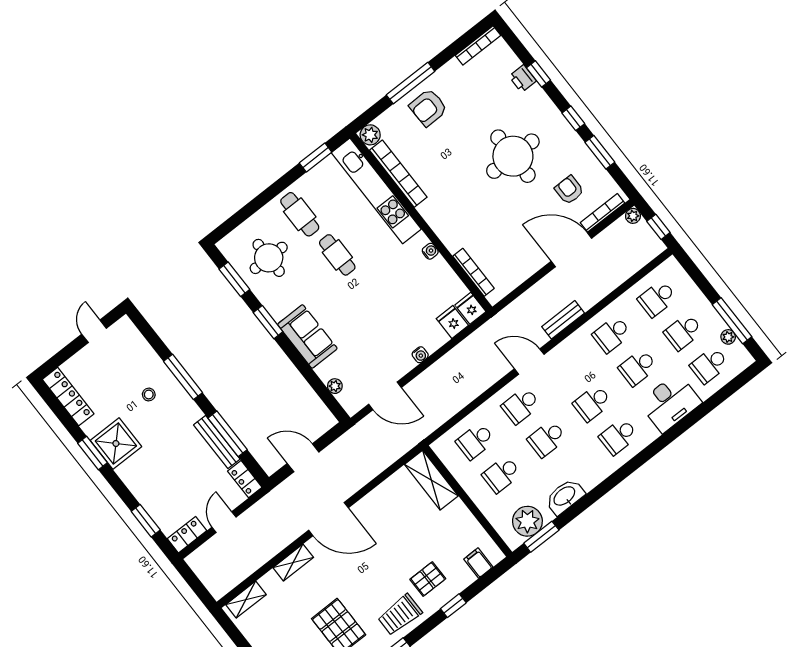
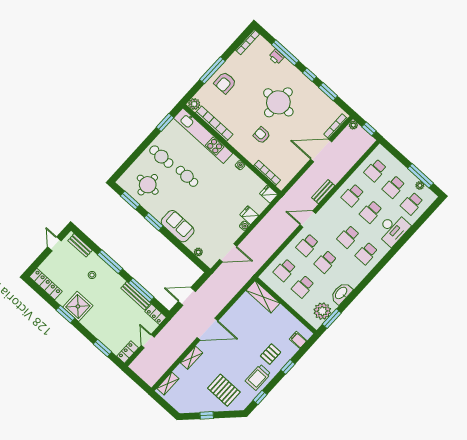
window: (538, 74) -> (285, 53), width x2.17
armchair: (569, 190) -> (262, 135), moved
fridge: (452, 322) -> (249, 215), moved
bench: (137, 341) -> (80, 245), added

